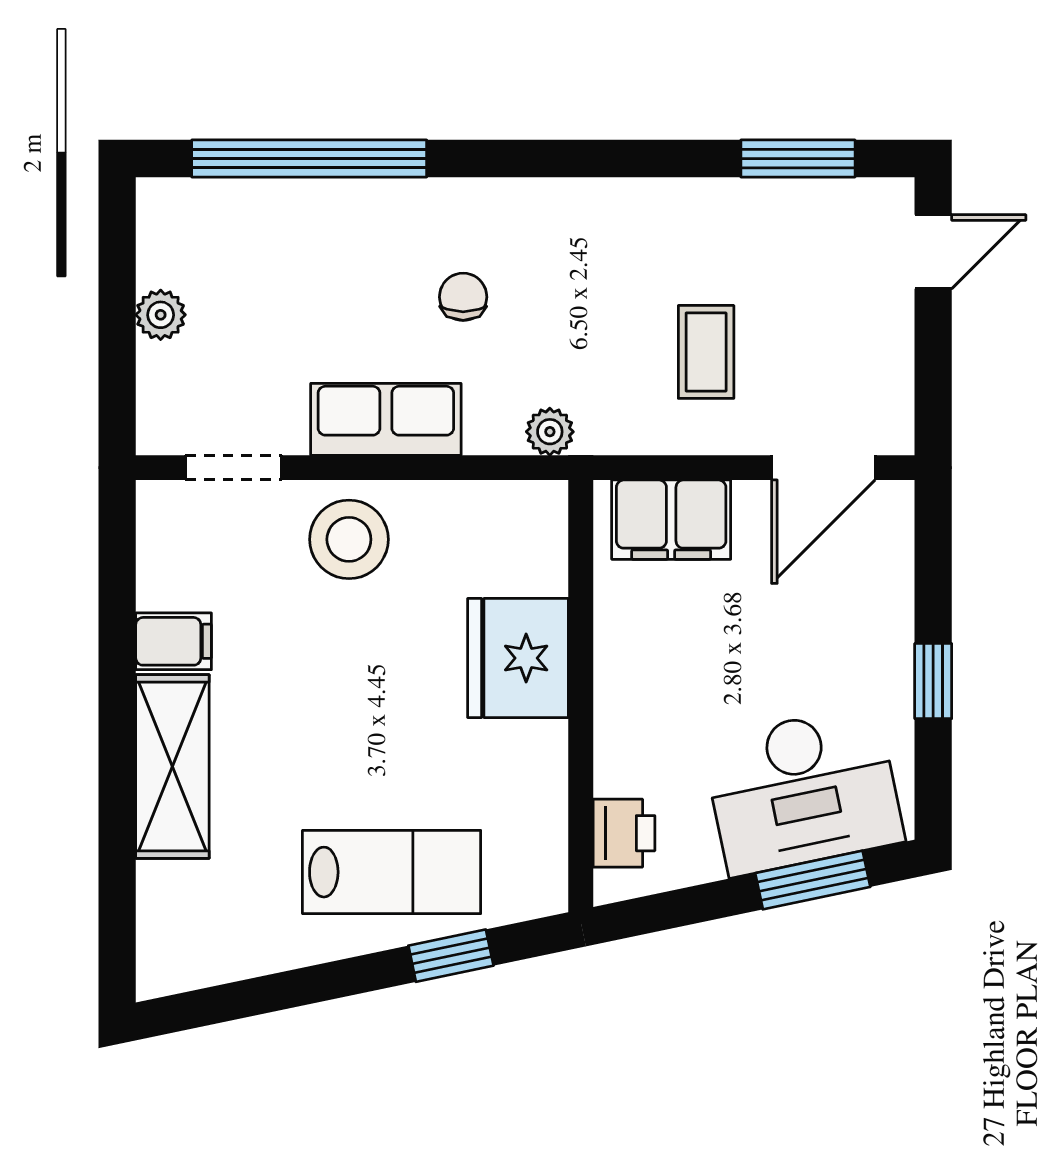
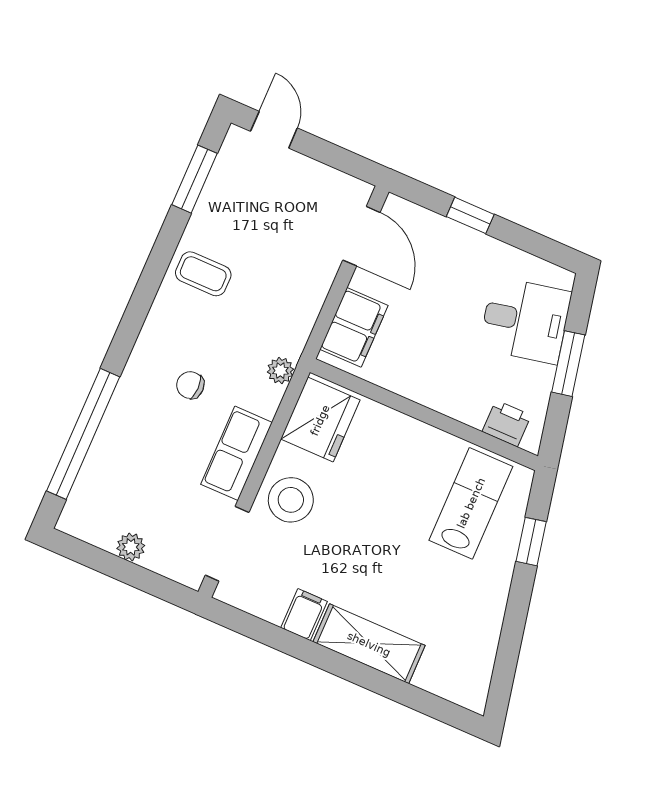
coffee table: (706, 352) -> (203, 274), moved
doorway: (234, 468) -> (227, 544), width x1.38
fridge: (518, 658) -> (320, 420), moved, turned -90
window: (933, 681) -> (470, 215), moved
desk: (803, 790) -> (525, 320), width x0.73
lab bench: (392, 872) -> (471, 503), moved
window: (813, 880) -> (568, 364), moved

